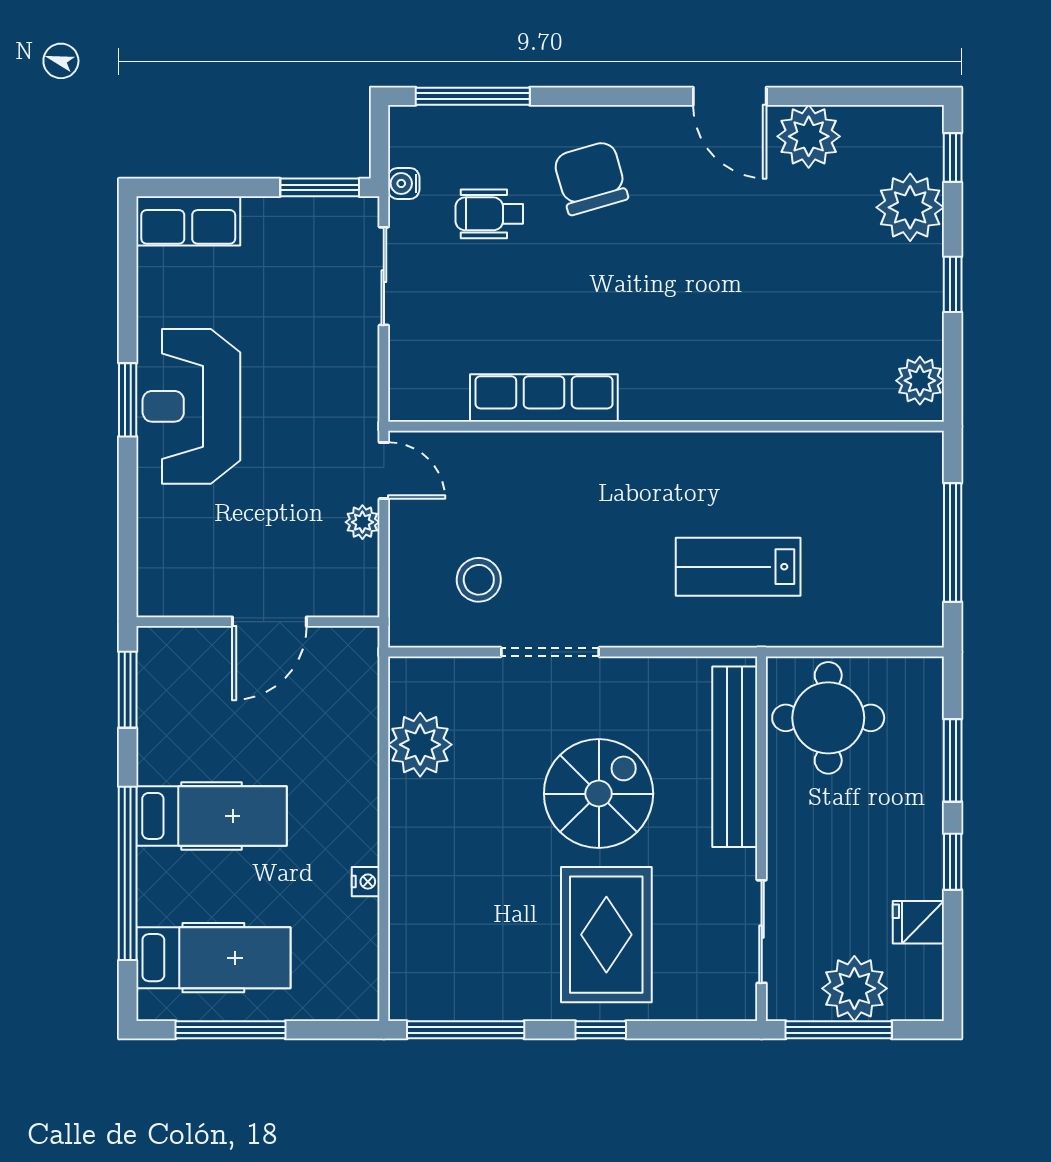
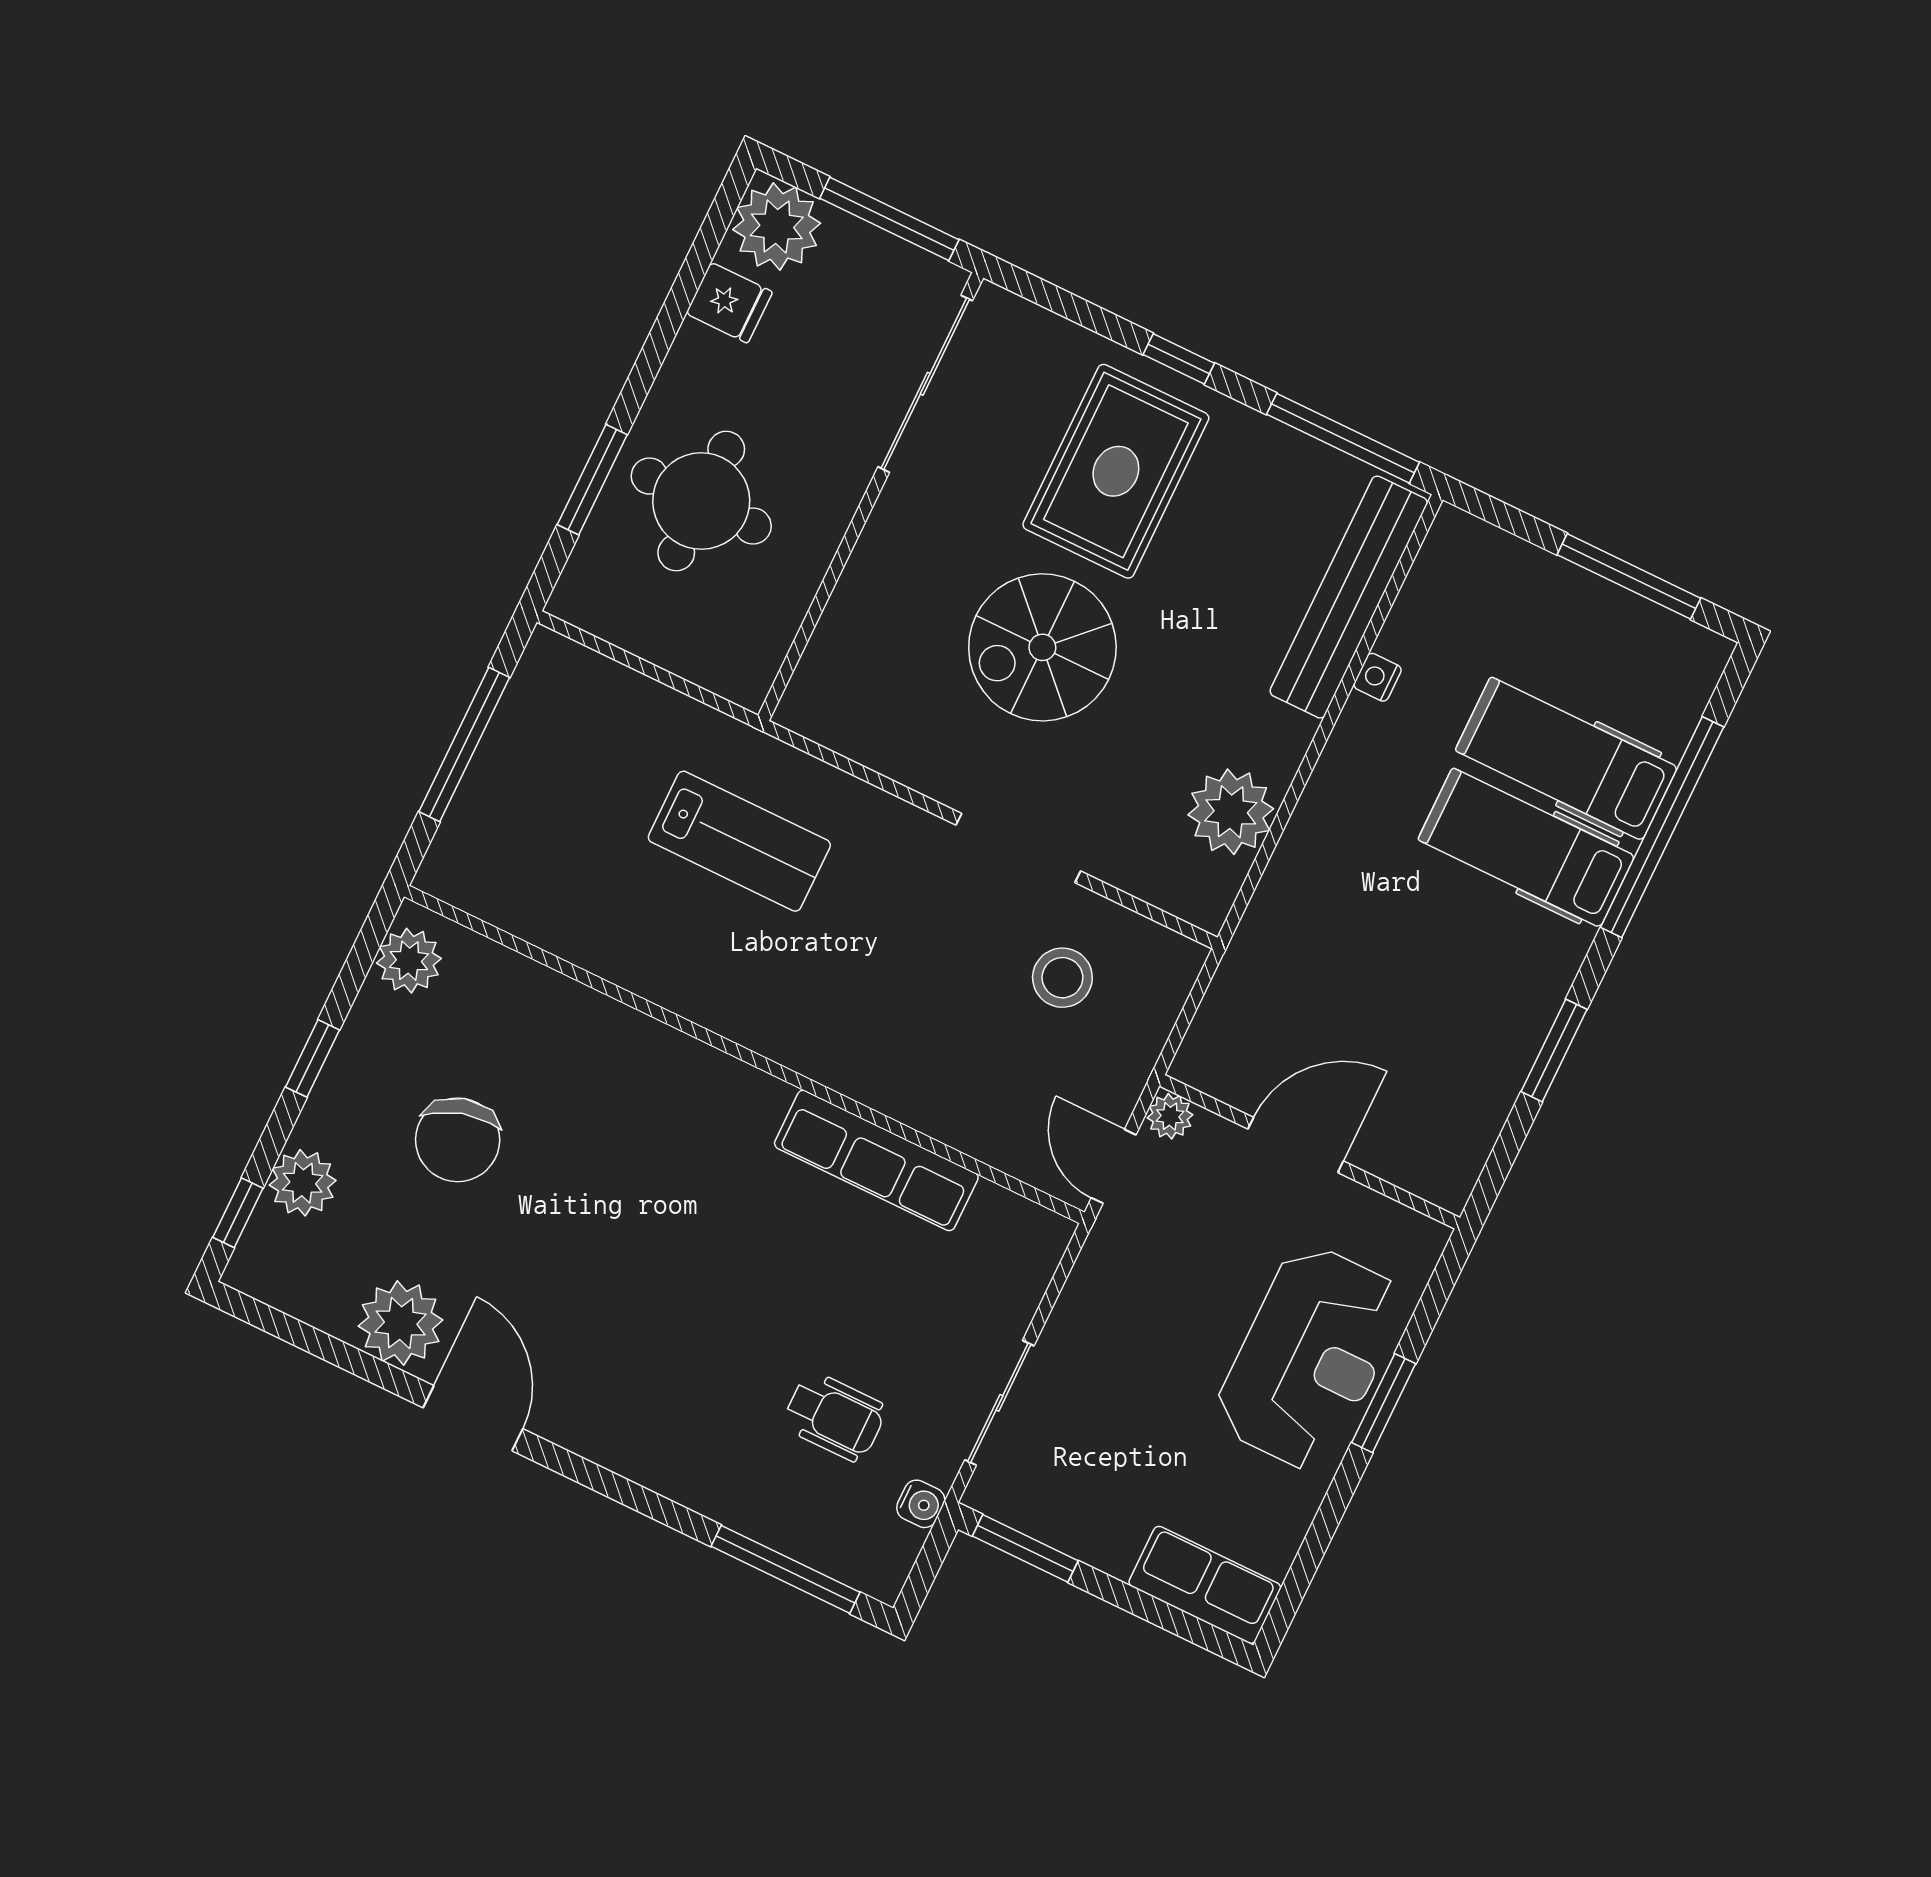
chair: (591, 178) -> (458, 1140), moved
plant: (910, 207) -> (303, 1183), width x0.73, depth x0.73
wall: (258, 622) -> (1310, 1152), moved
door: (269, 622) -> (1296, 1145), moved
round table: (828, 718) -> (701, 501), moved
bench: (735, 757) -> (1349, 597), moved
window: (953, 862) -> (652, 356), removed
sliding door: (762, 932) -> (925, 384), width x1.37
hospital bed: (213, 958) -> (1566, 759), moved
plant: (854, 988) -> (777, 226), moved

